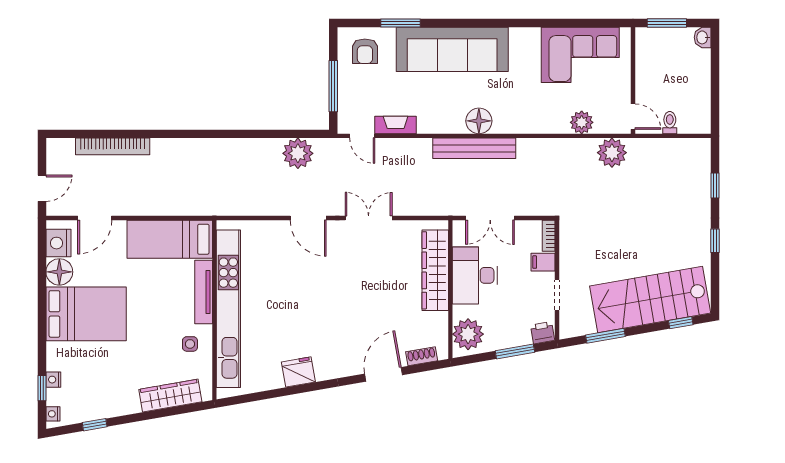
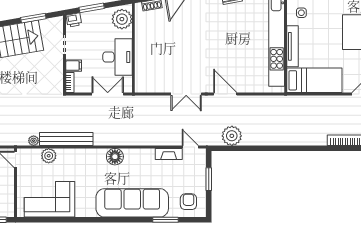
window: (333, 86) -> (209, 179), width x0.69
bench: (474, 148) -> (66, 139), moved
plant: (612, 153) -> (34, 141), width x0.53, depth x0.53
wardrobe: (435, 270) -> (143, 60), removed

